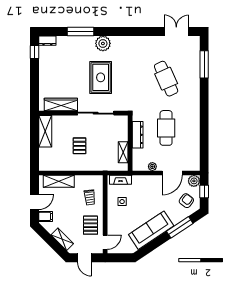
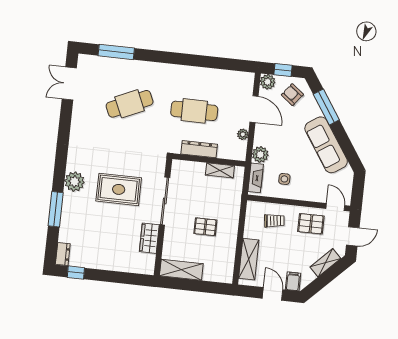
wardrobe: (61, 105) -> (149, 238), width x0.67
plant: (139, 181) -> (260, 154), added

